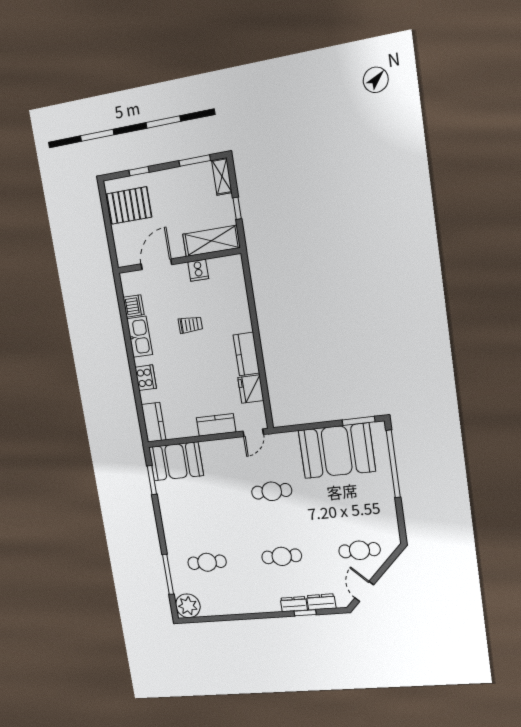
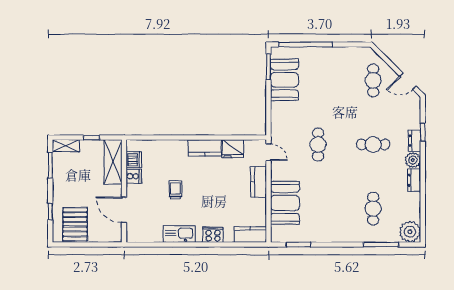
dishwasher: (133, 306) -> (134, 160), moved, turned 90
booth: (337, 451) -> (284, 80), width x0.73, depth x0.70
booth: (176, 461) -> (285, 203), moved
cafe table: (282, 556) -> (373, 145), turned 90
dresser: (321, 602) -> (414, 180), moved
plant: (270, 604) -> (413, 160), added

